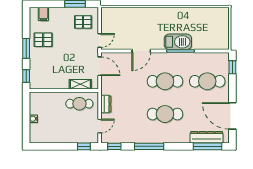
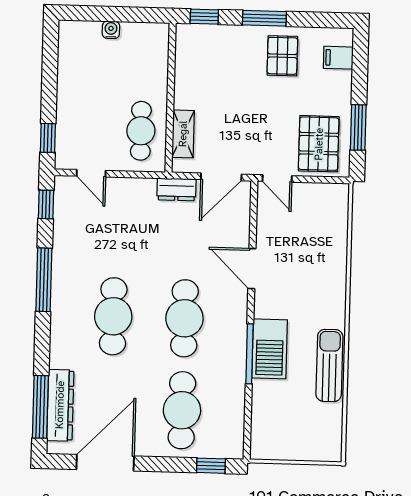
sun lounger: (185, 14) -> (329, 365), added
pallet: (83, 22) -> (319, 144), width x1.50, depth x1.42
dresser: (106, 104) -> (176, 189), moved

